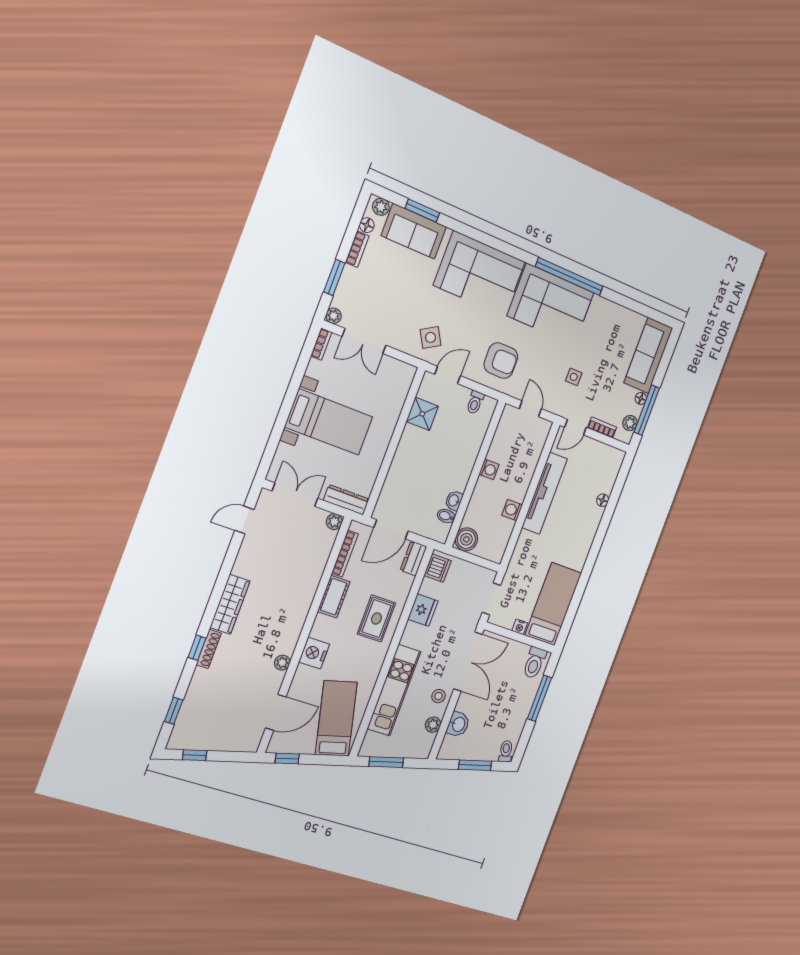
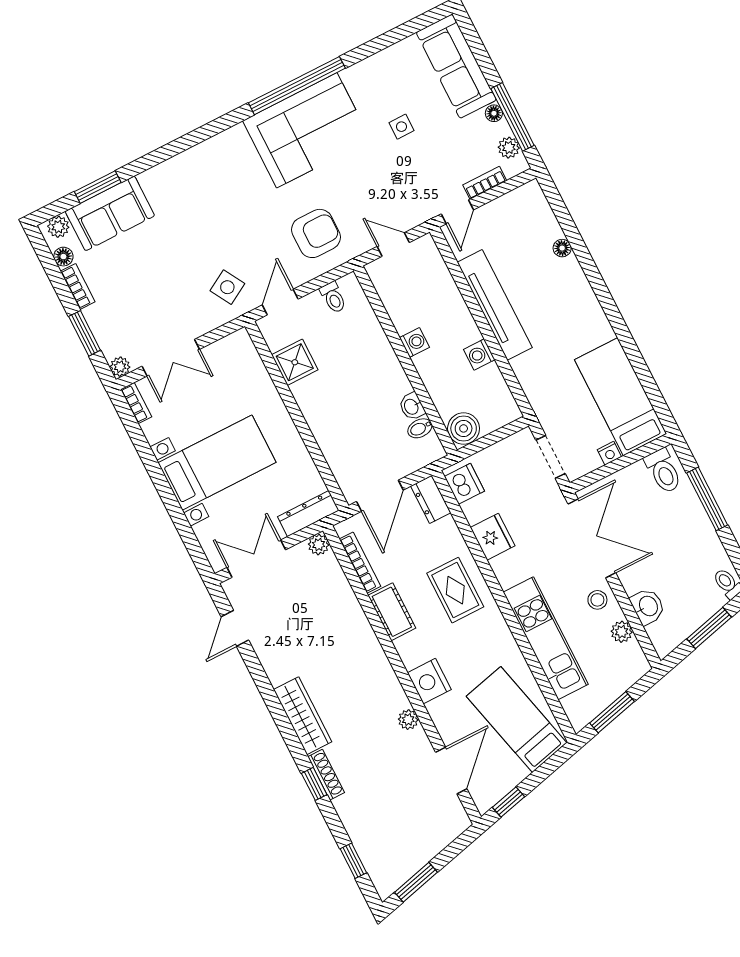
corner sofa: (479, 274) -> (210, 181), removed
side table: (574, 377) -> (401, 127), moved
window: (195, 755) -> (416, 882), width x1.50

